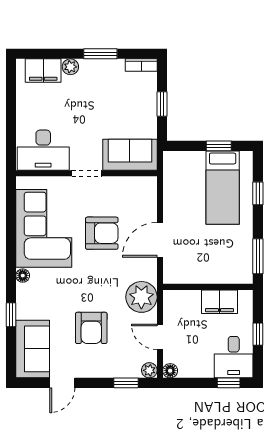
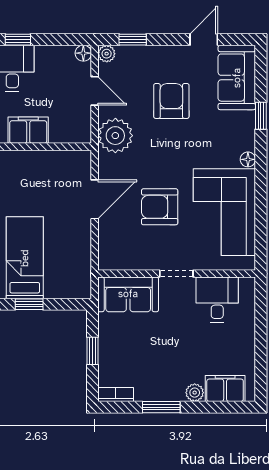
desk: (43, 150) -> (217, 300), width x0.73

